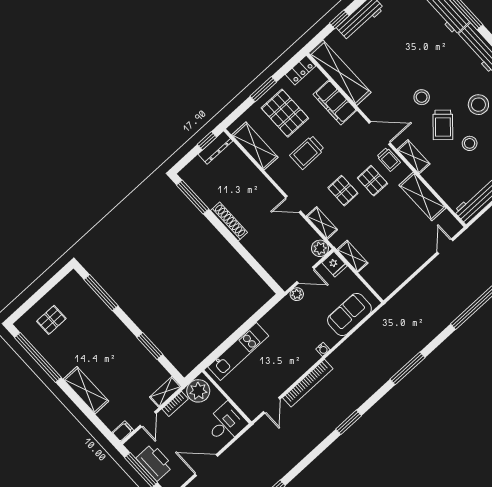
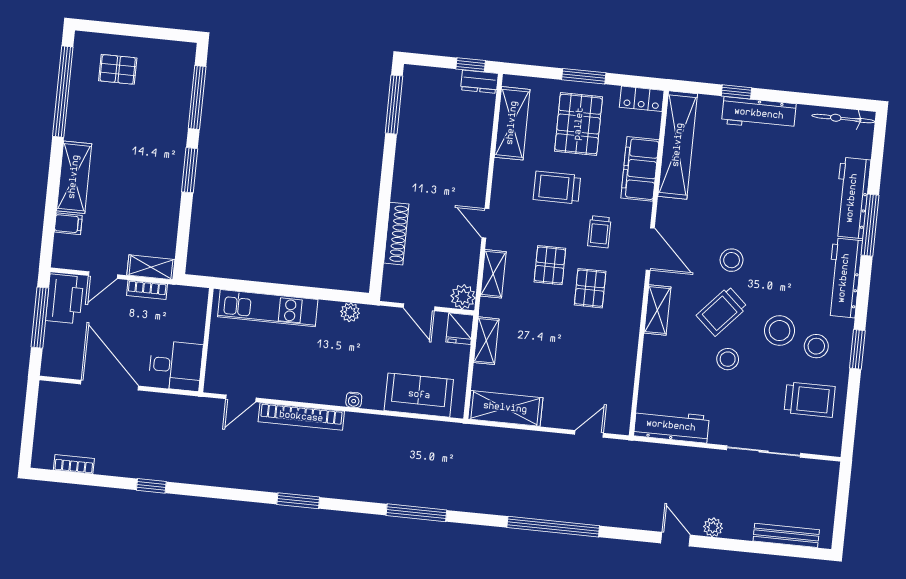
dresser: (215, 148) -> (479, 82), width x0.70
trolley: (389, 159) -> (599, 232), moved
shelving: (423, 196) -> (505, 408), moved, turned 90
shoe rack: (229, 221) -> (396, 234), moved
plant: (297, 294) -> (350, 312), moved
window: (150, 346) -> (190, 170), moved
plant: (198, 391) -> (184, 303), removed
filing cabinet: (123, 431) -> (68, 224), moved
printer: (155, 462) -> (65, 299), moved
door: (206, 465) -> (110, 385), width x1.36

